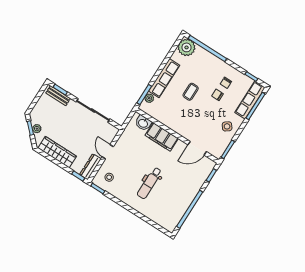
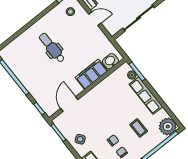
coffee table: (191, 92) -> (139, 128), moved

